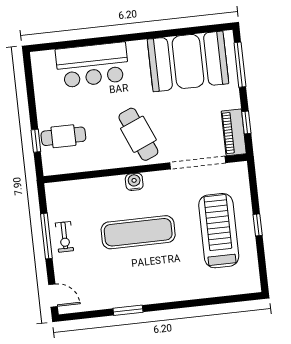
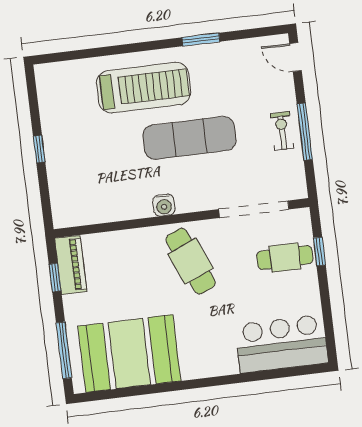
bar counter: (92, 65) -> (282, 344), moved
doorway: (198, 163) -> (254, 209), moved
water cooler: (134, 182) -> (164, 205), moved
treadmill: (219, 231) -> (144, 88), moved, turned -90

